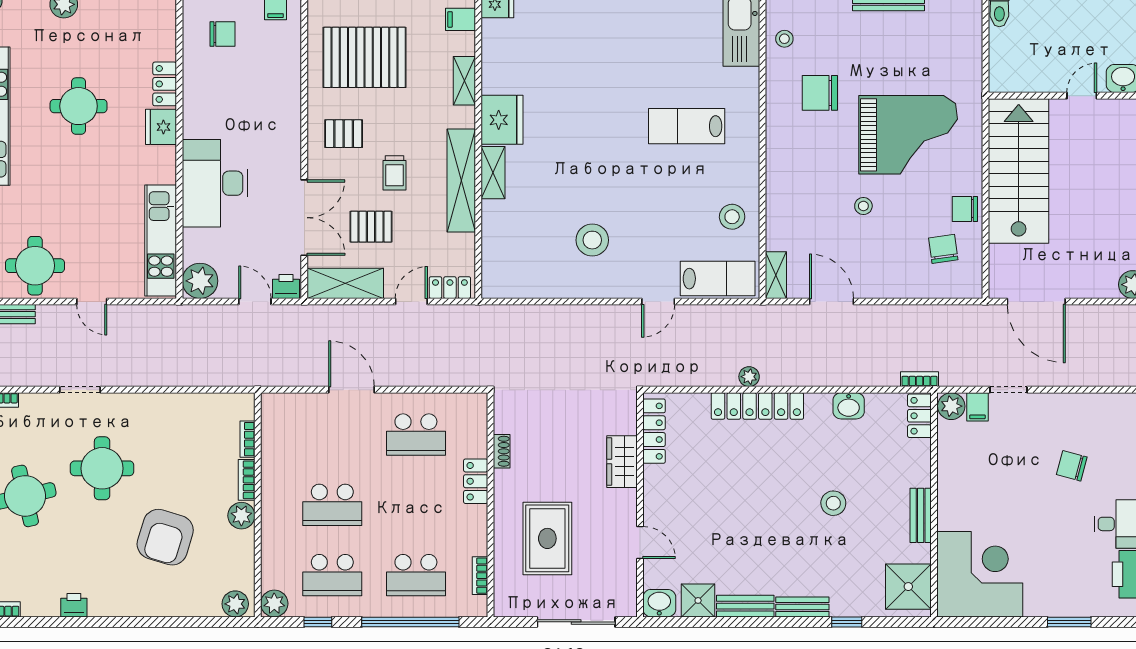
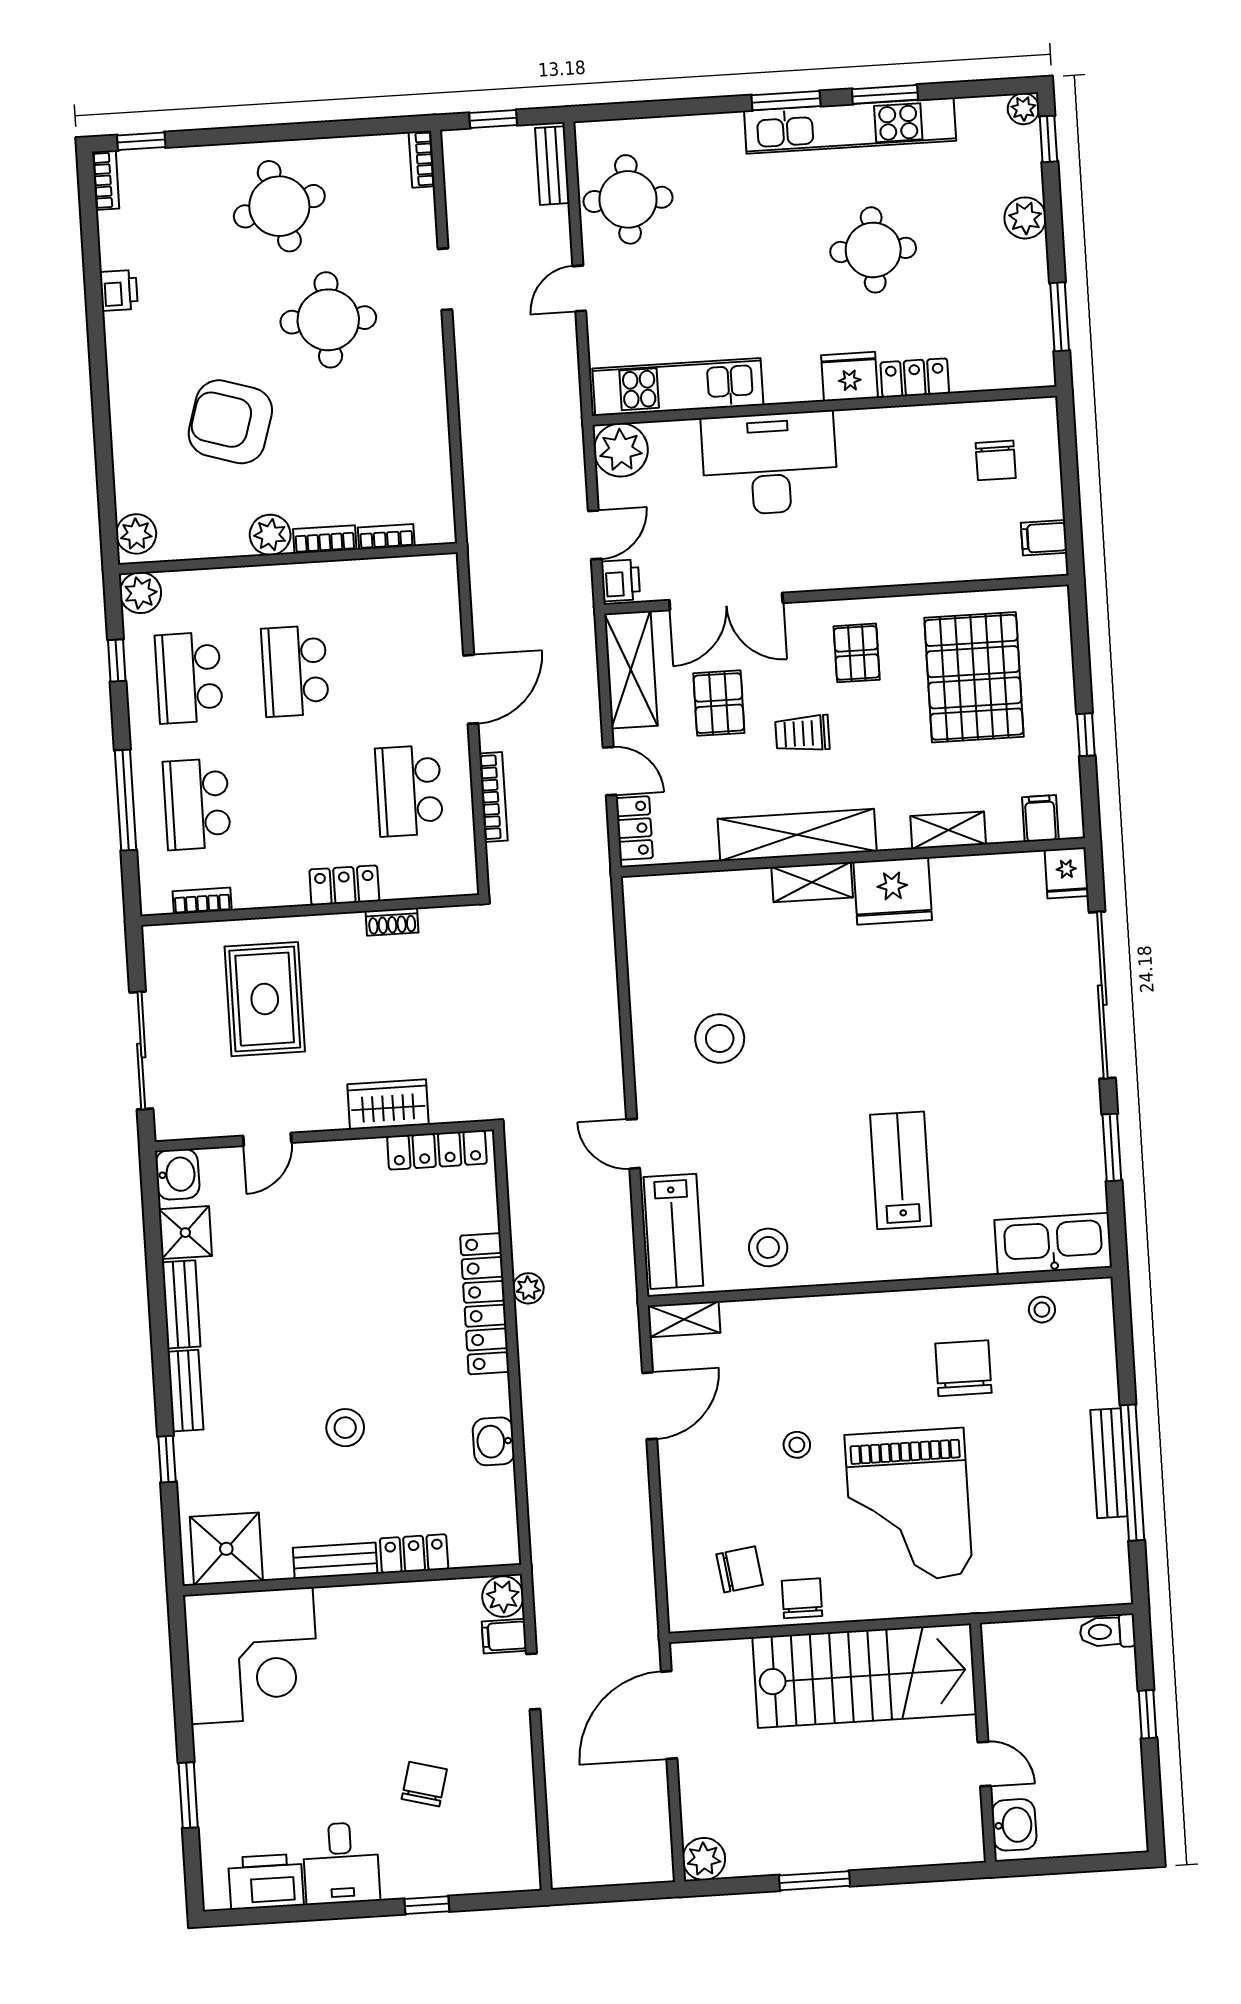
bookcase: (920, 379) -> (493, 797), moved, width x1.56
locker: (919, 416) -> (414, 1554), moved
rug: (547, 538) -> (265, 999), turned 90
window: (410, 622) -> (126, 800), width x0.68

